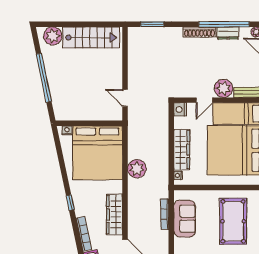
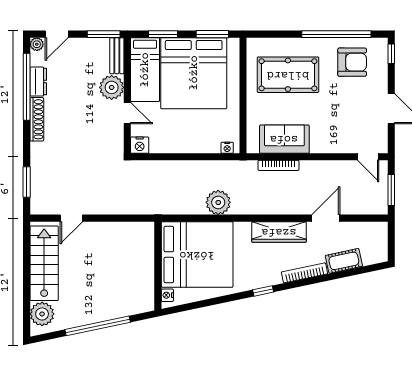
door: (125, 98) -> (71, 218), moved
wardrobe: (182, 150) -> (193, 143), removed

